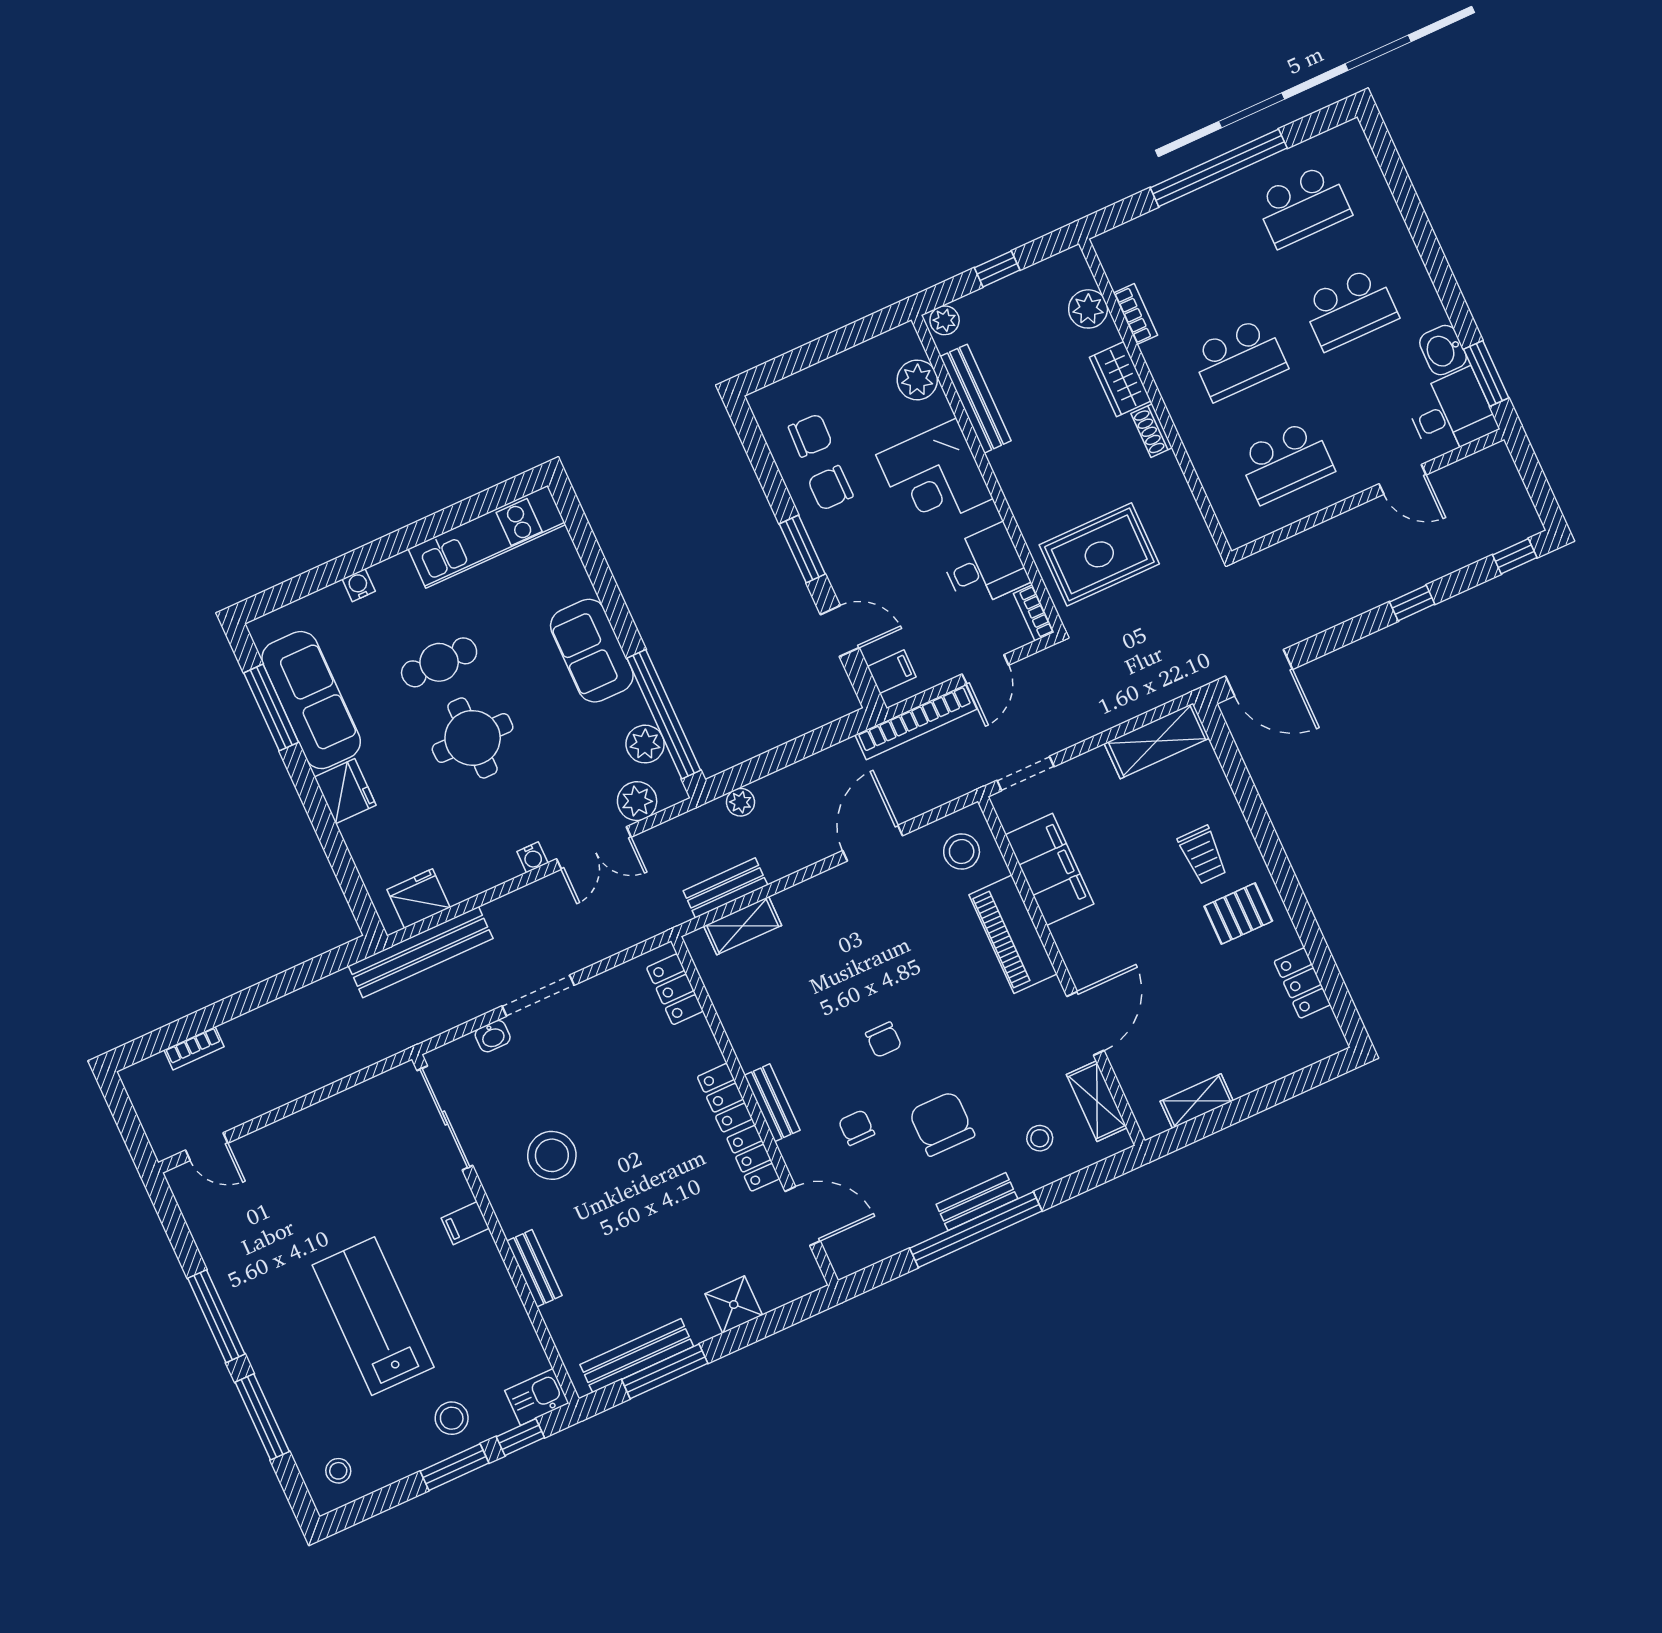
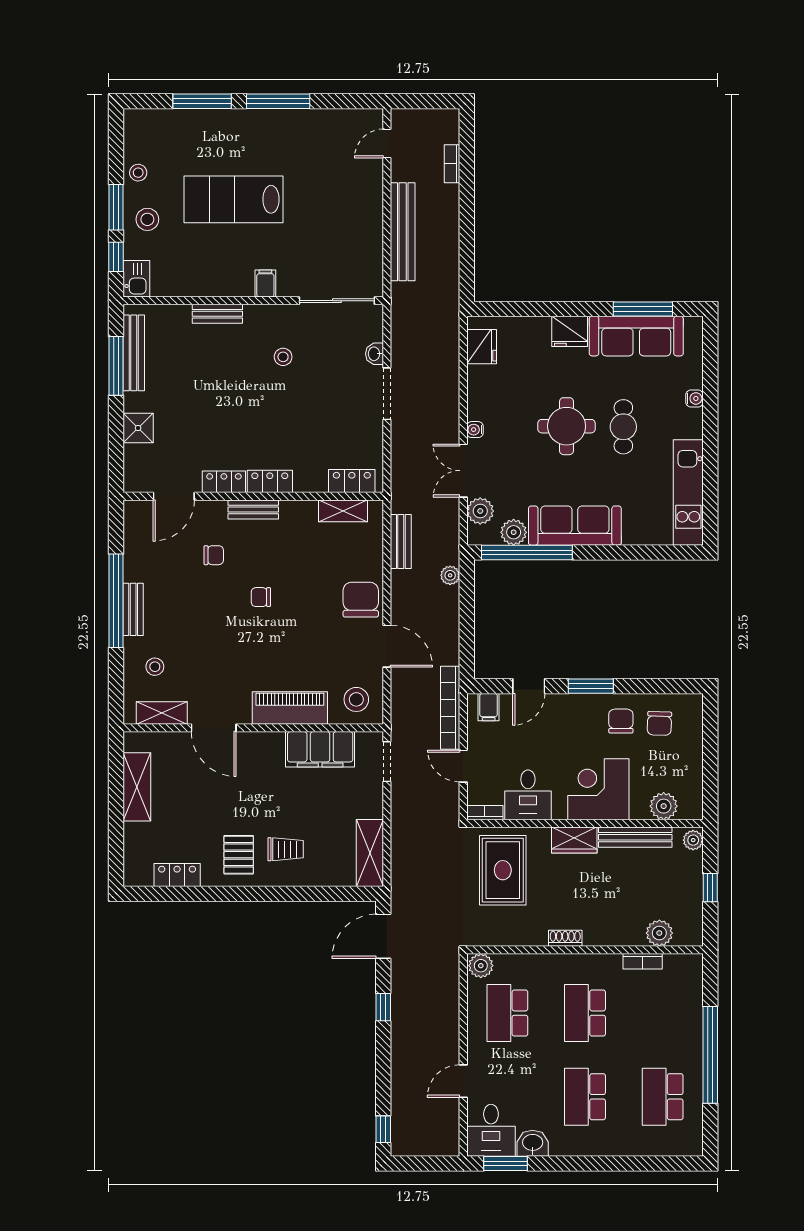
wardrobe: (1120, 379) -> (574, 840), moved, turned 180
plant: (1239, 526) -> (481, 966), added
window: (1412, 603) -> (383, 1007), moved
sofa: (592, 651) -> (575, 526), width x1.36
trolley: (1203, 855) -> (286, 849), turned 180
shelving: (743, 926) -> (343, 511), moved, turned 90
bench: (421, 952) -> (403, 232), moved
shelving: (1197, 1101) -> (137, 787), width x1.50, depth x1.33
chair: (942, 1124) -> (361, 600), moved, turned -90
stool: (552, 1155) -> (283, 357), width x0.53, depth x0.53
lab bench: (373, 1316) -> (234, 199), turned 180
stool: (338, 1471) -> (138, 173), moved

